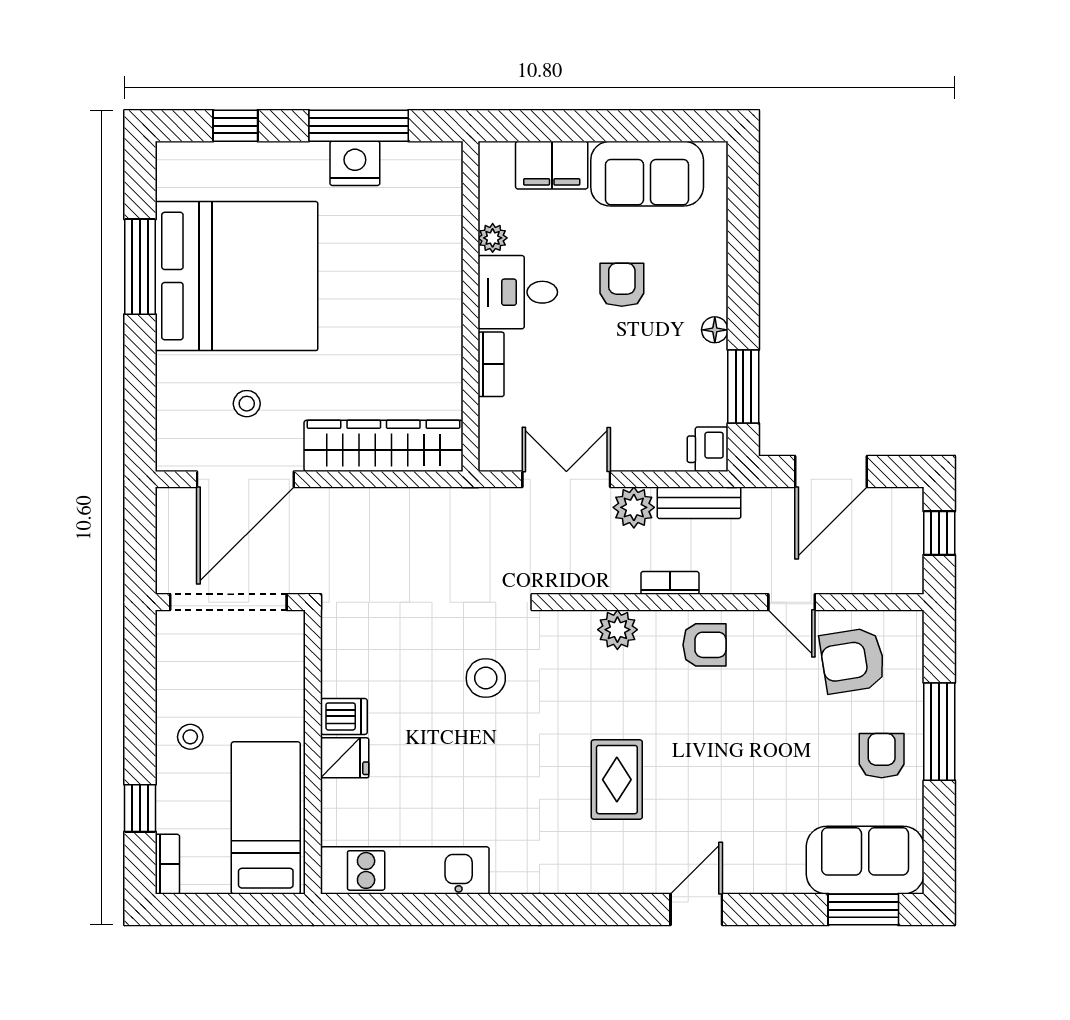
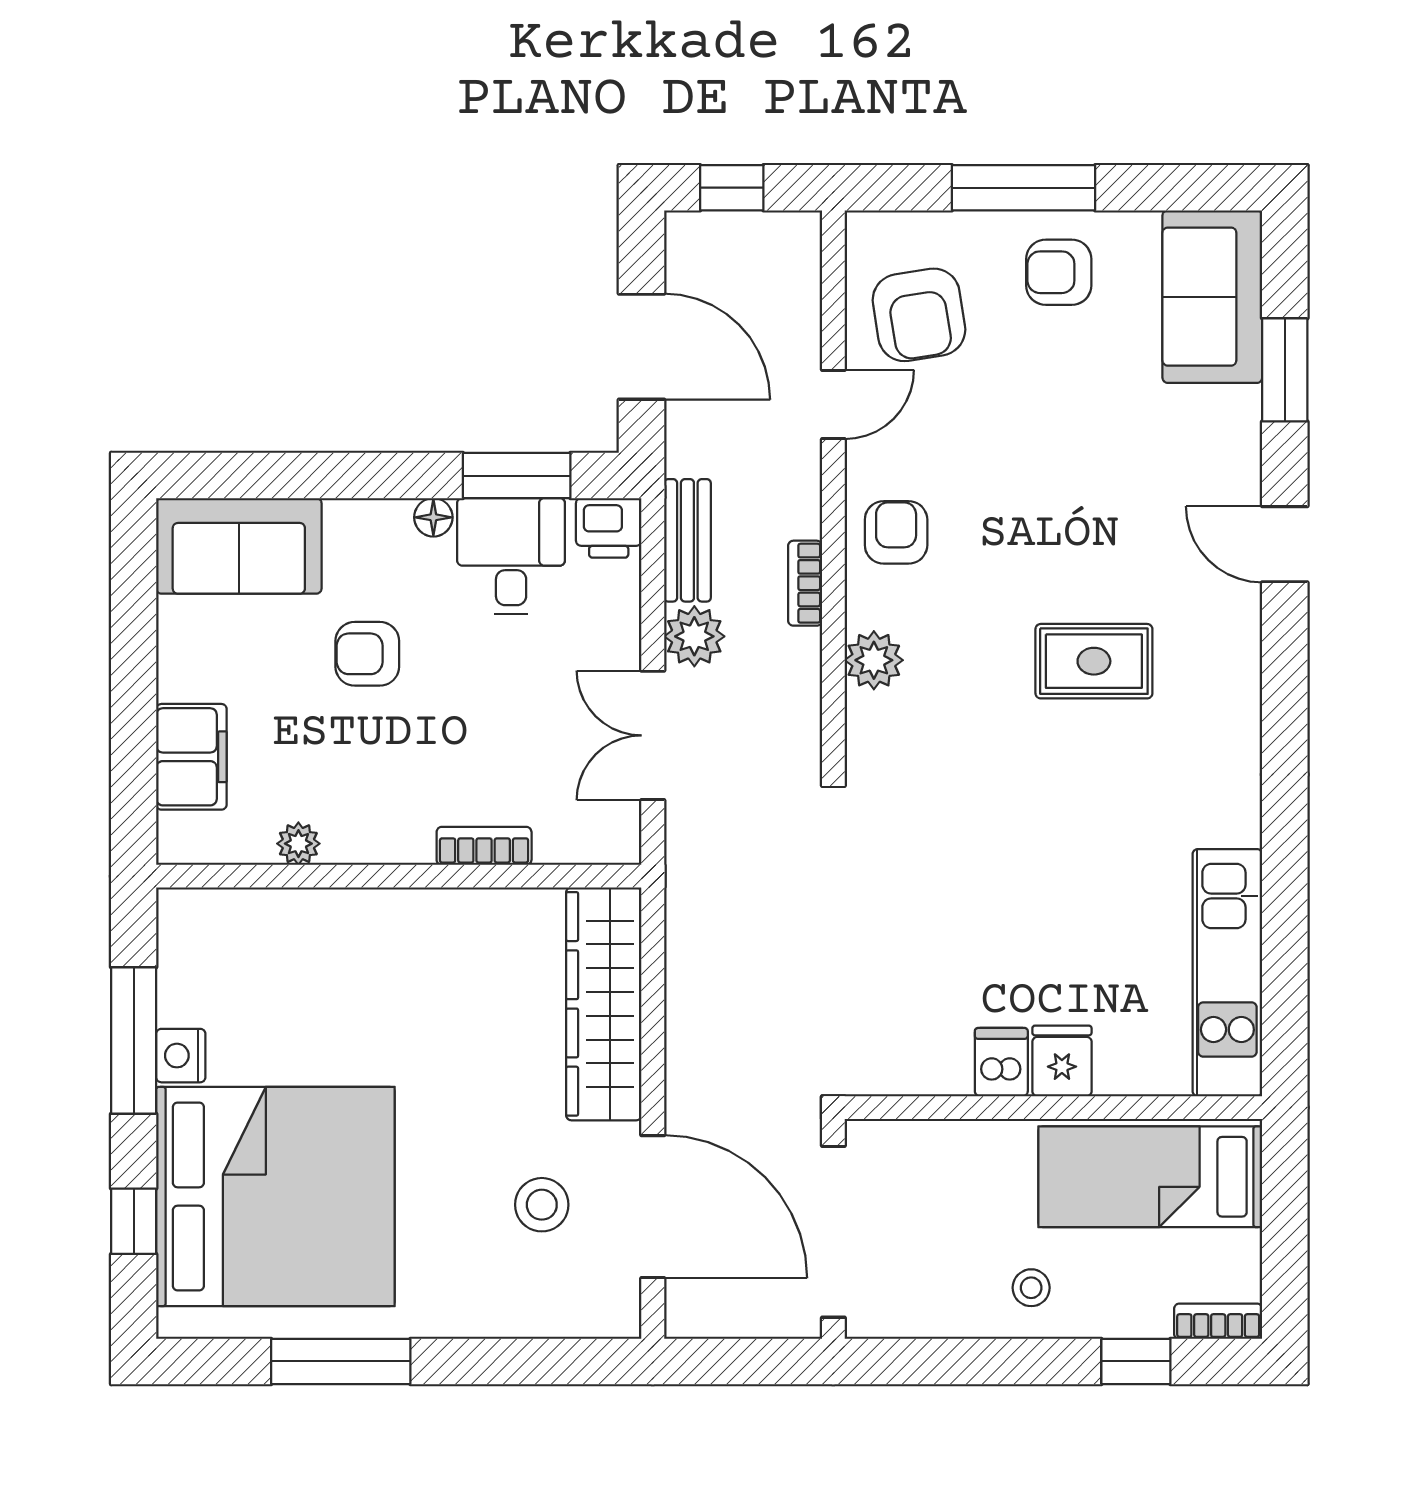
nightstand: (355, 163) -> (181, 1056), width x0.74, depth x0.75
sofa: (647, 174) -> (239, 546), moved, turned 90
bed: (237, 276) -> (275, 1196), moved, turned 90
desk: (518, 292) -> (511, 556), moved, turned 180
stool: (247, 404) -> (542, 1205), width x1.37, depth x1.37
stool: (486, 678) -> (945, 854), removed
window: (863, 910) -> (1285, 370), moved

